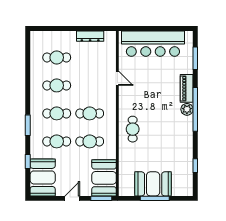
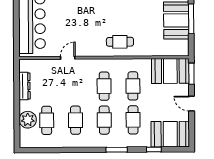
plant: (57, 39) -> (28, 120), added

